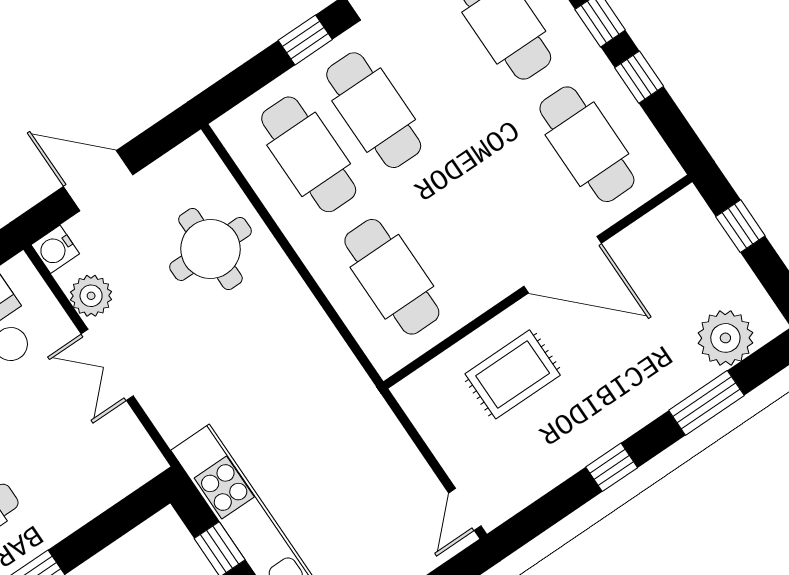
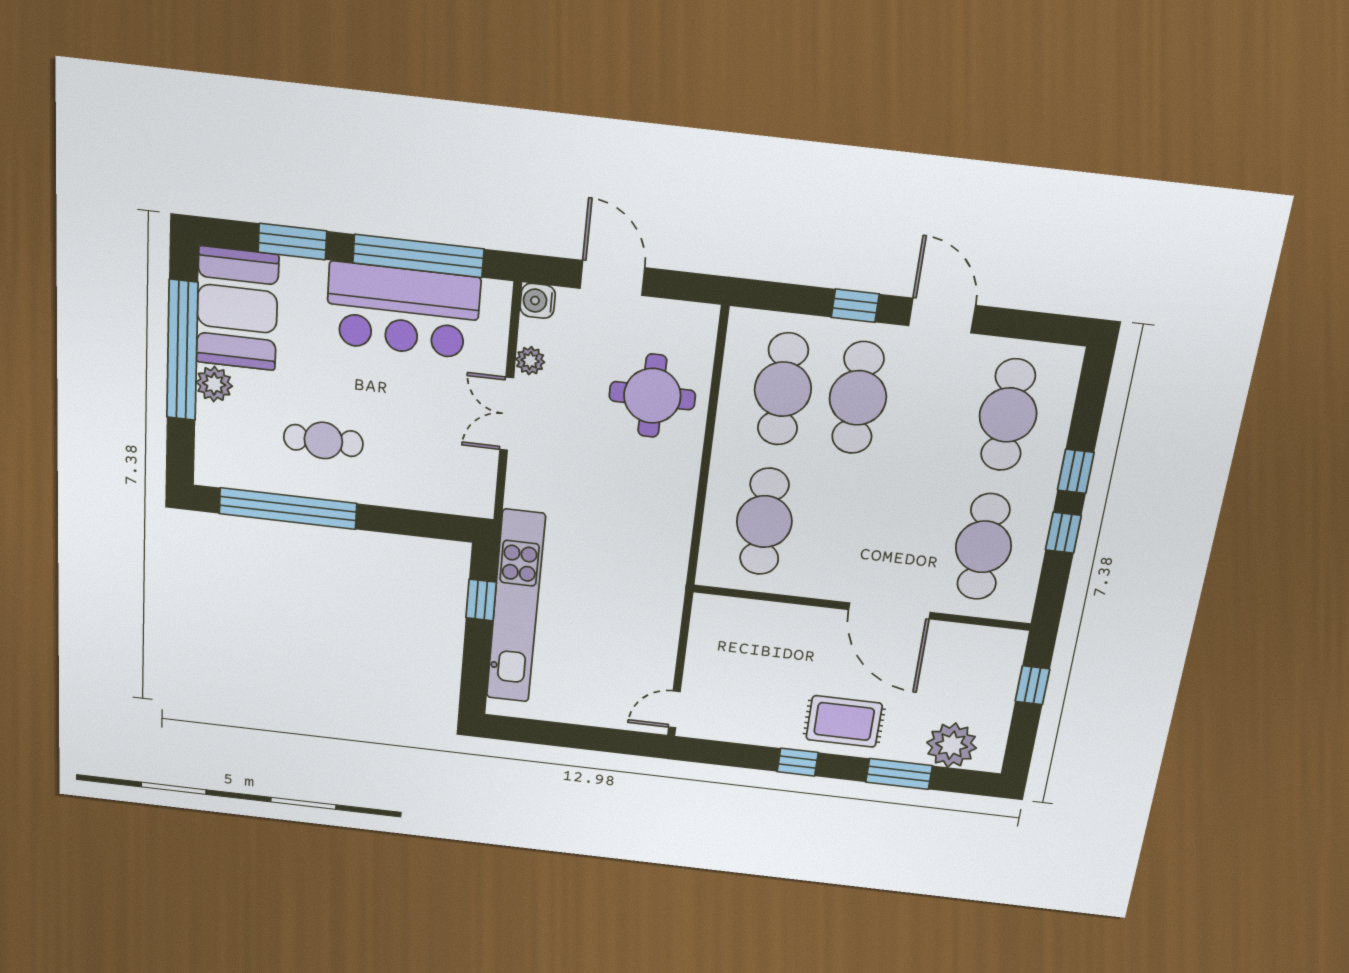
plant: (91, 296) -> (530, 361), width x0.73, depth x0.73
rug: (513, 374) -> (844, 721), moved

